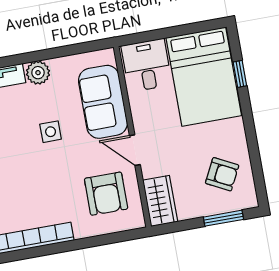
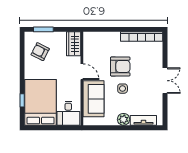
armchair: (106, 194) -> (120, 66), moved, turned 90

